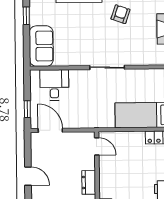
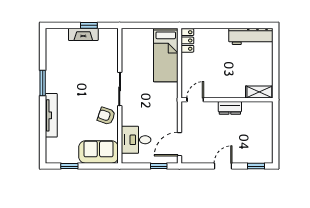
armchair: (120, 14) -> (106, 116), moved

